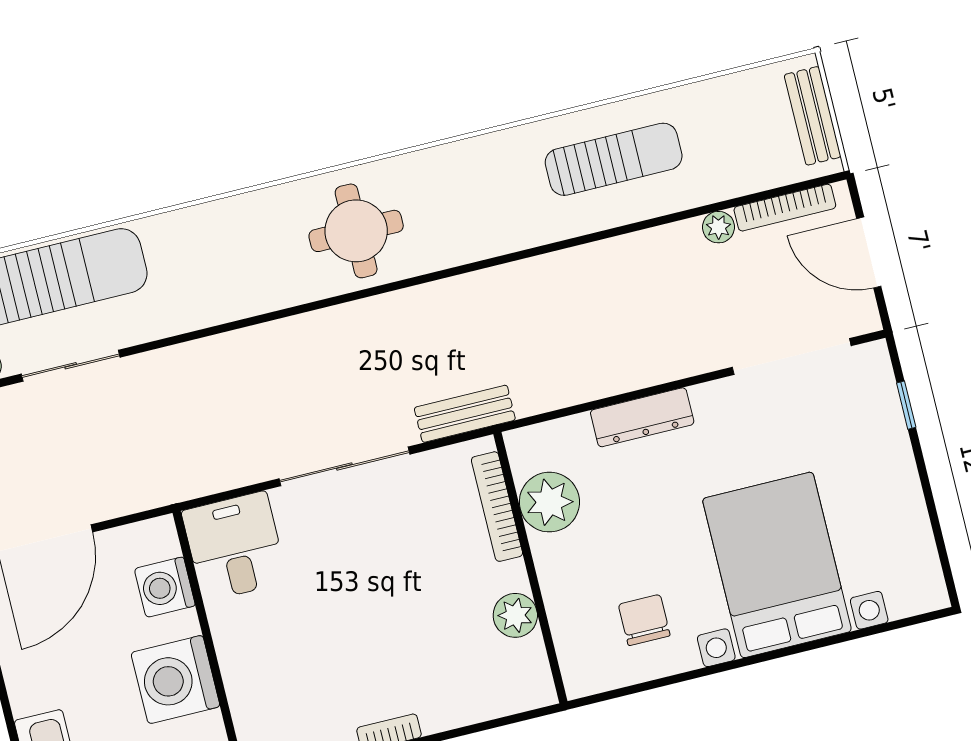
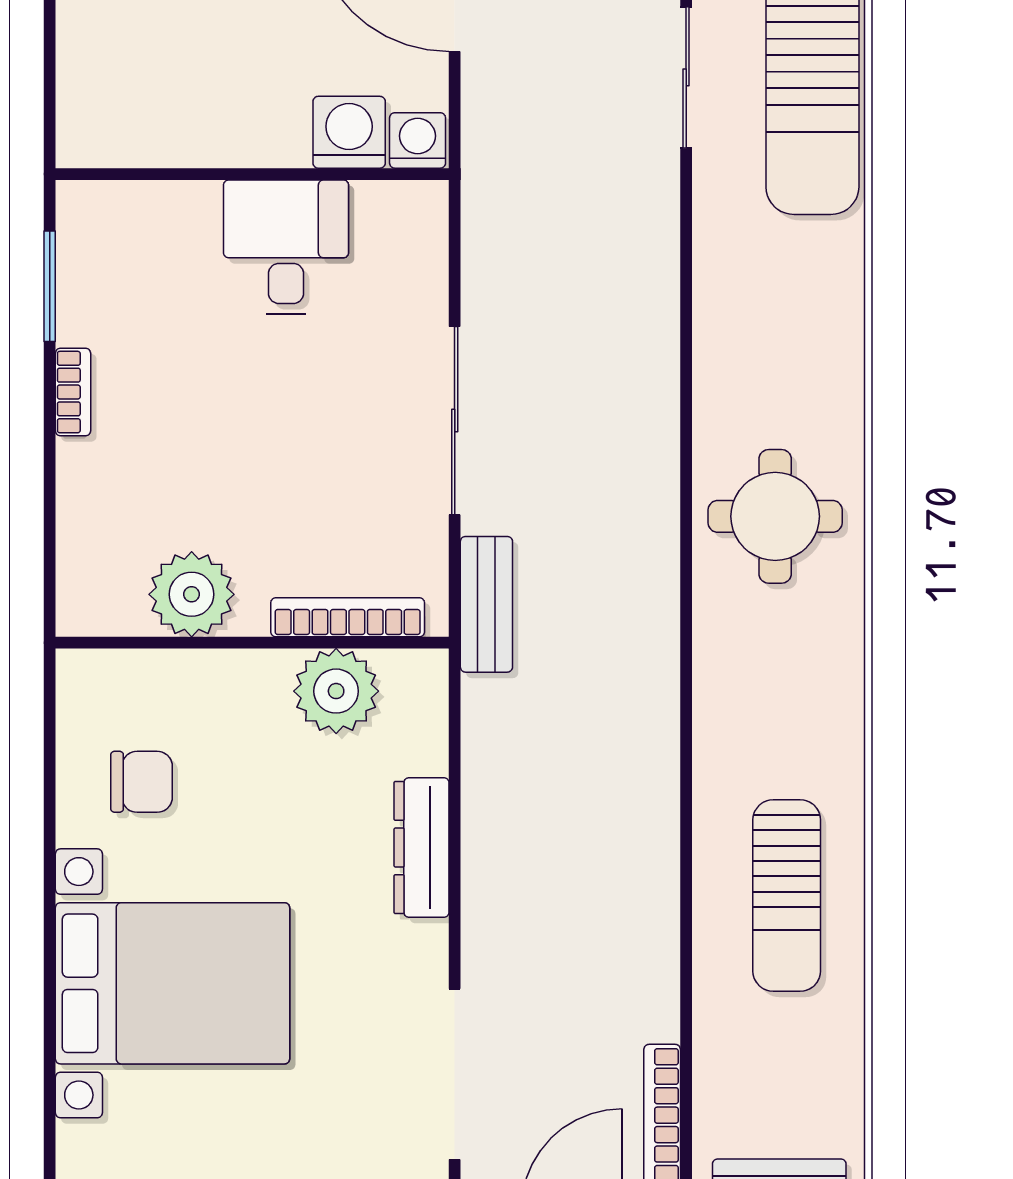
plant: (718, 227) -> (658, 1017), removed
desk: (235, 546) -> (286, 247), moved, turned -90
plant: (515, 615) -> (192, 594), width x1.36, depth x1.36
washing machine: (175, 680) -> (418, 140), moved, width x0.53, depth x0.53

